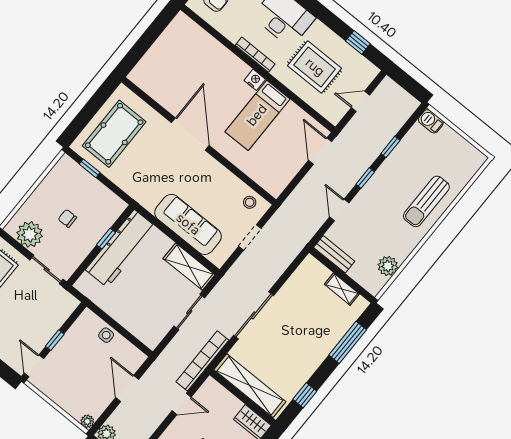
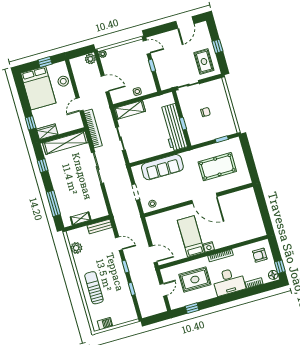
barbecue: (431, 121) -> (105, 324), moved
pool table: (114, 134) -> (217, 167), moved, turned 90
plant: (30, 234) -> (210, 89), removed
shelving: (189, 267) -> (130, 110), moved

